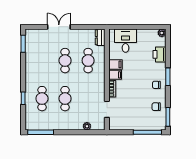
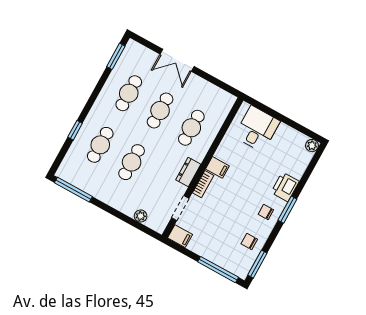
double door: (59, 27) -> (177, 60), swing flipped
dresser: (100, 37) -> (188, 172), moved
printer: (159, 54) -> (285, 187), moved
cafe table: (42, 61) -> (129, 93), added
filing cabinet: (115, 64) -> (180, 236), moved

